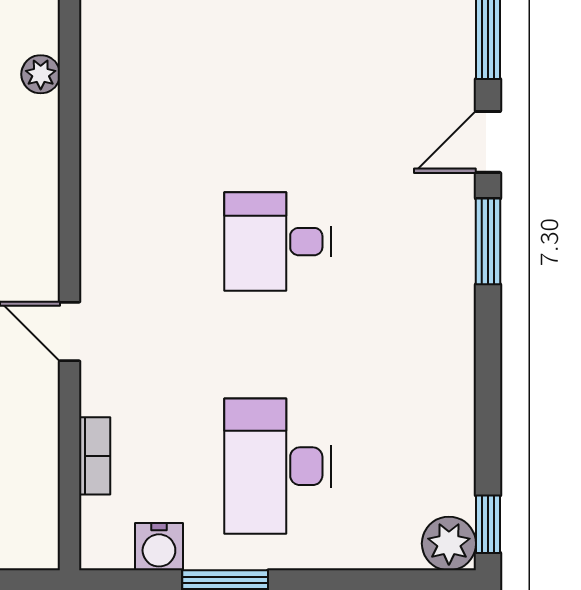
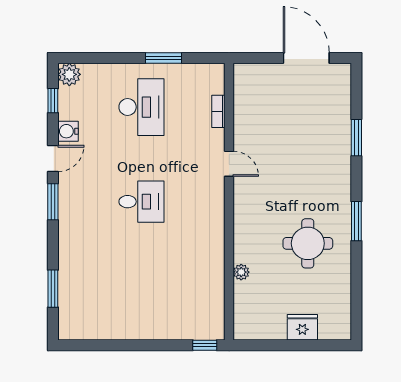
door: (488, 142) -> (53, 158), moved
window: (488, 524) -> (53, 101), moved
water cooler: (159, 547) -> (68, 131), moved, turned -90

